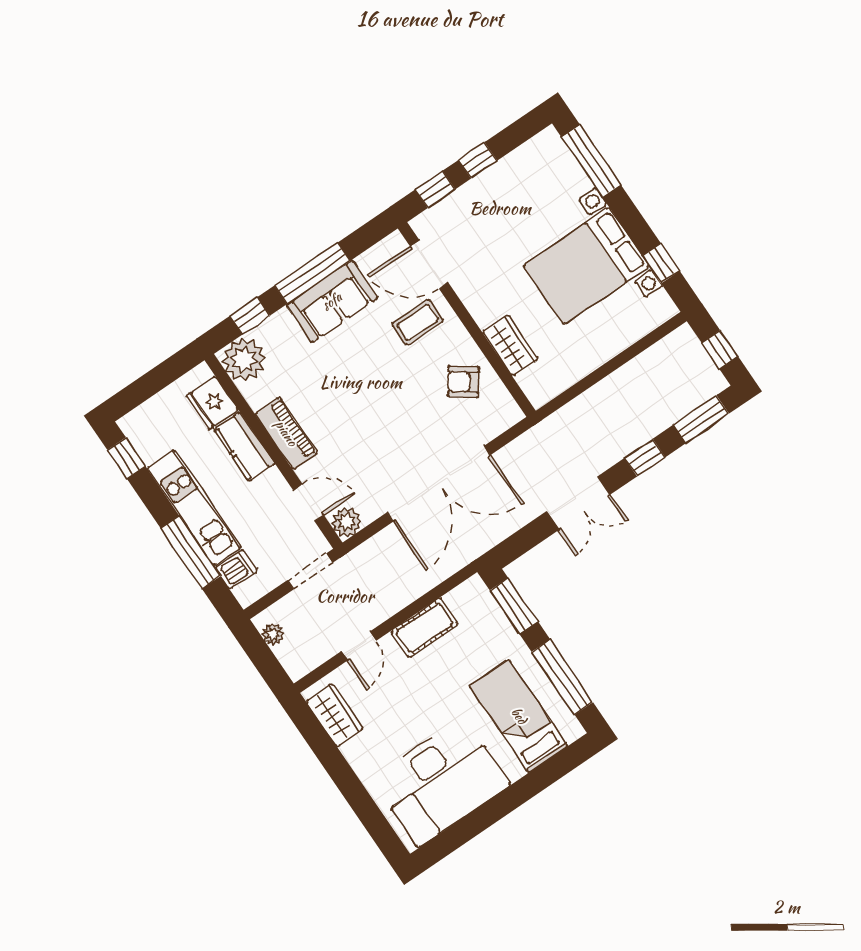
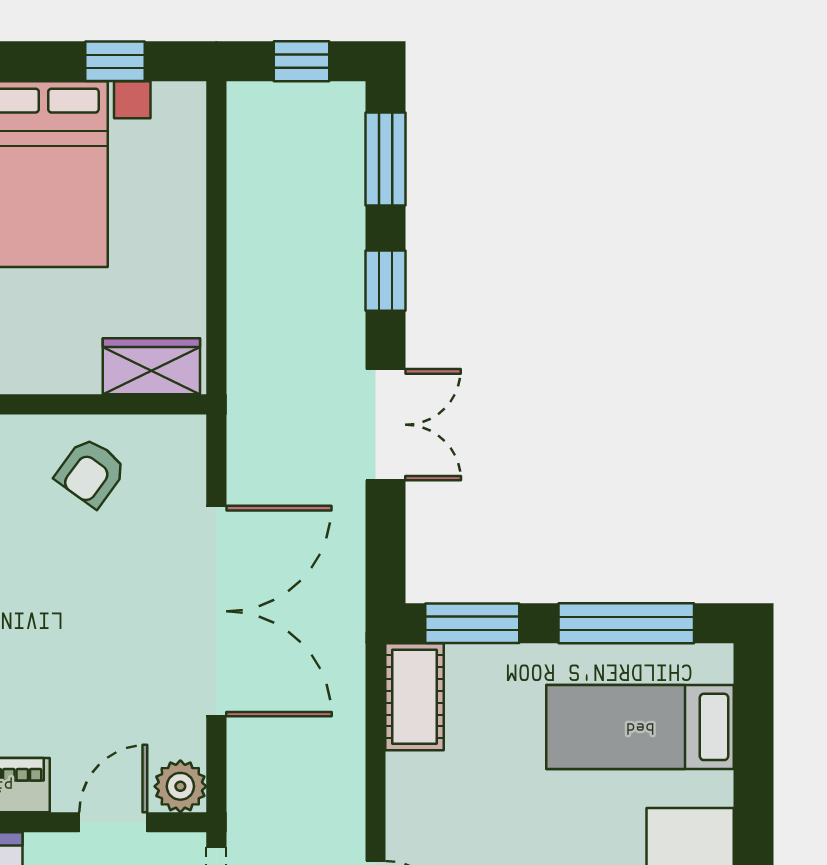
wardrobe: (510, 345) -> (151, 366), moved
cot: (425, 628) -> (415, 697), moved

